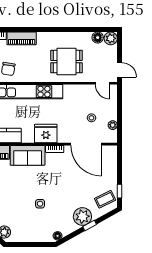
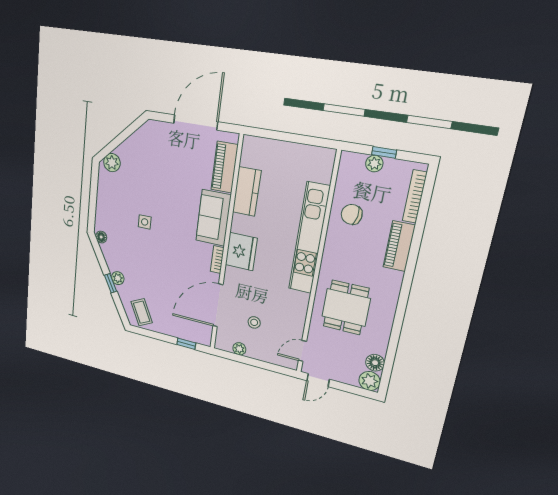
window: (120, 191) -> (186, 344), moved
plant: (82, 216) -> (118, 278), width x0.53, depth x0.53

